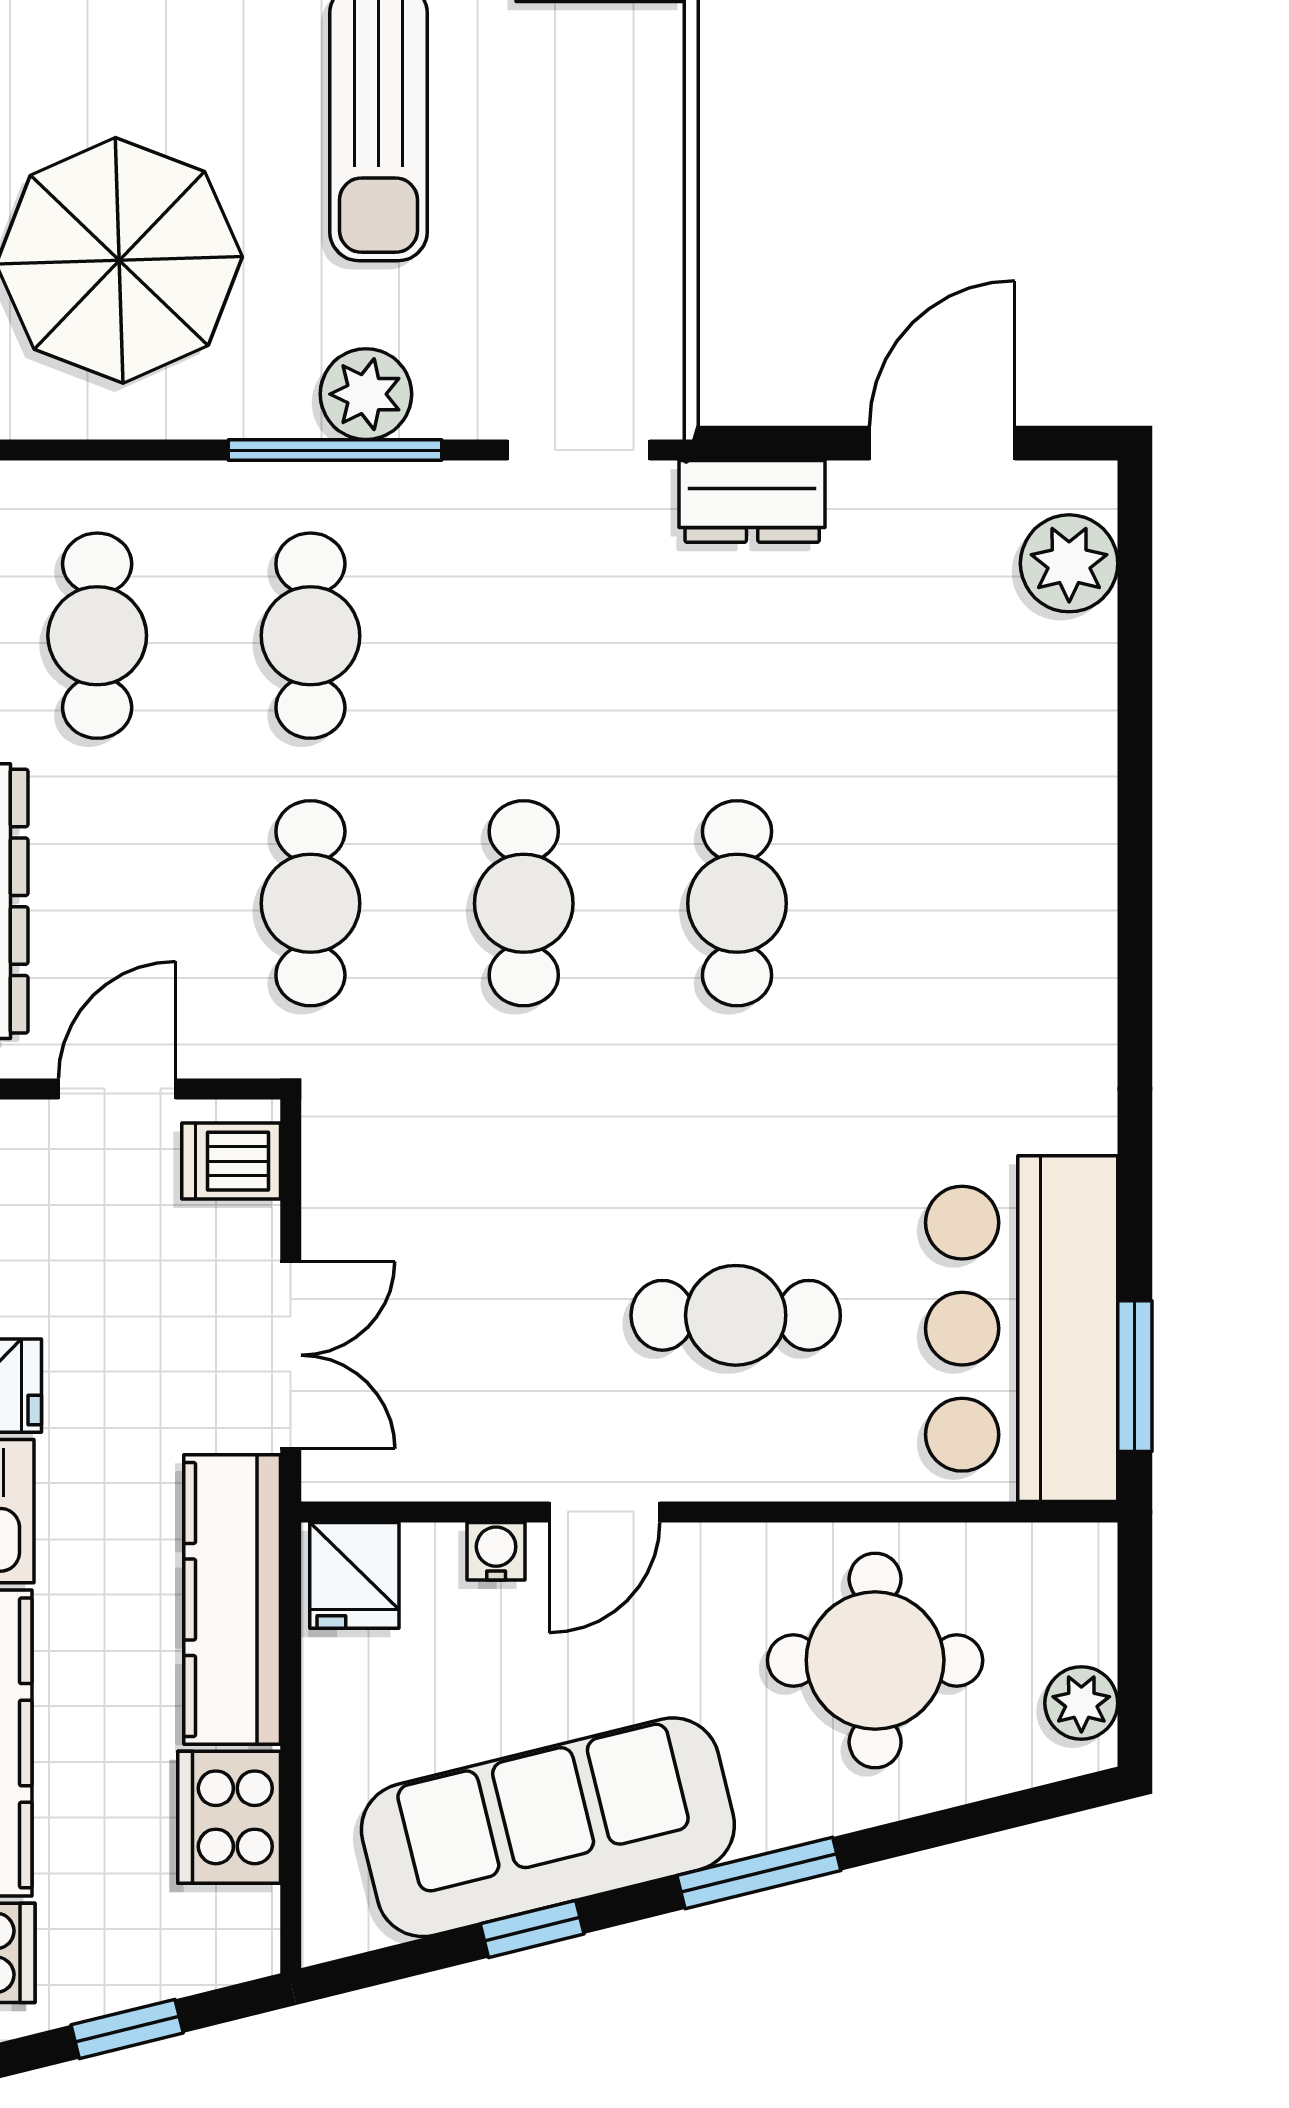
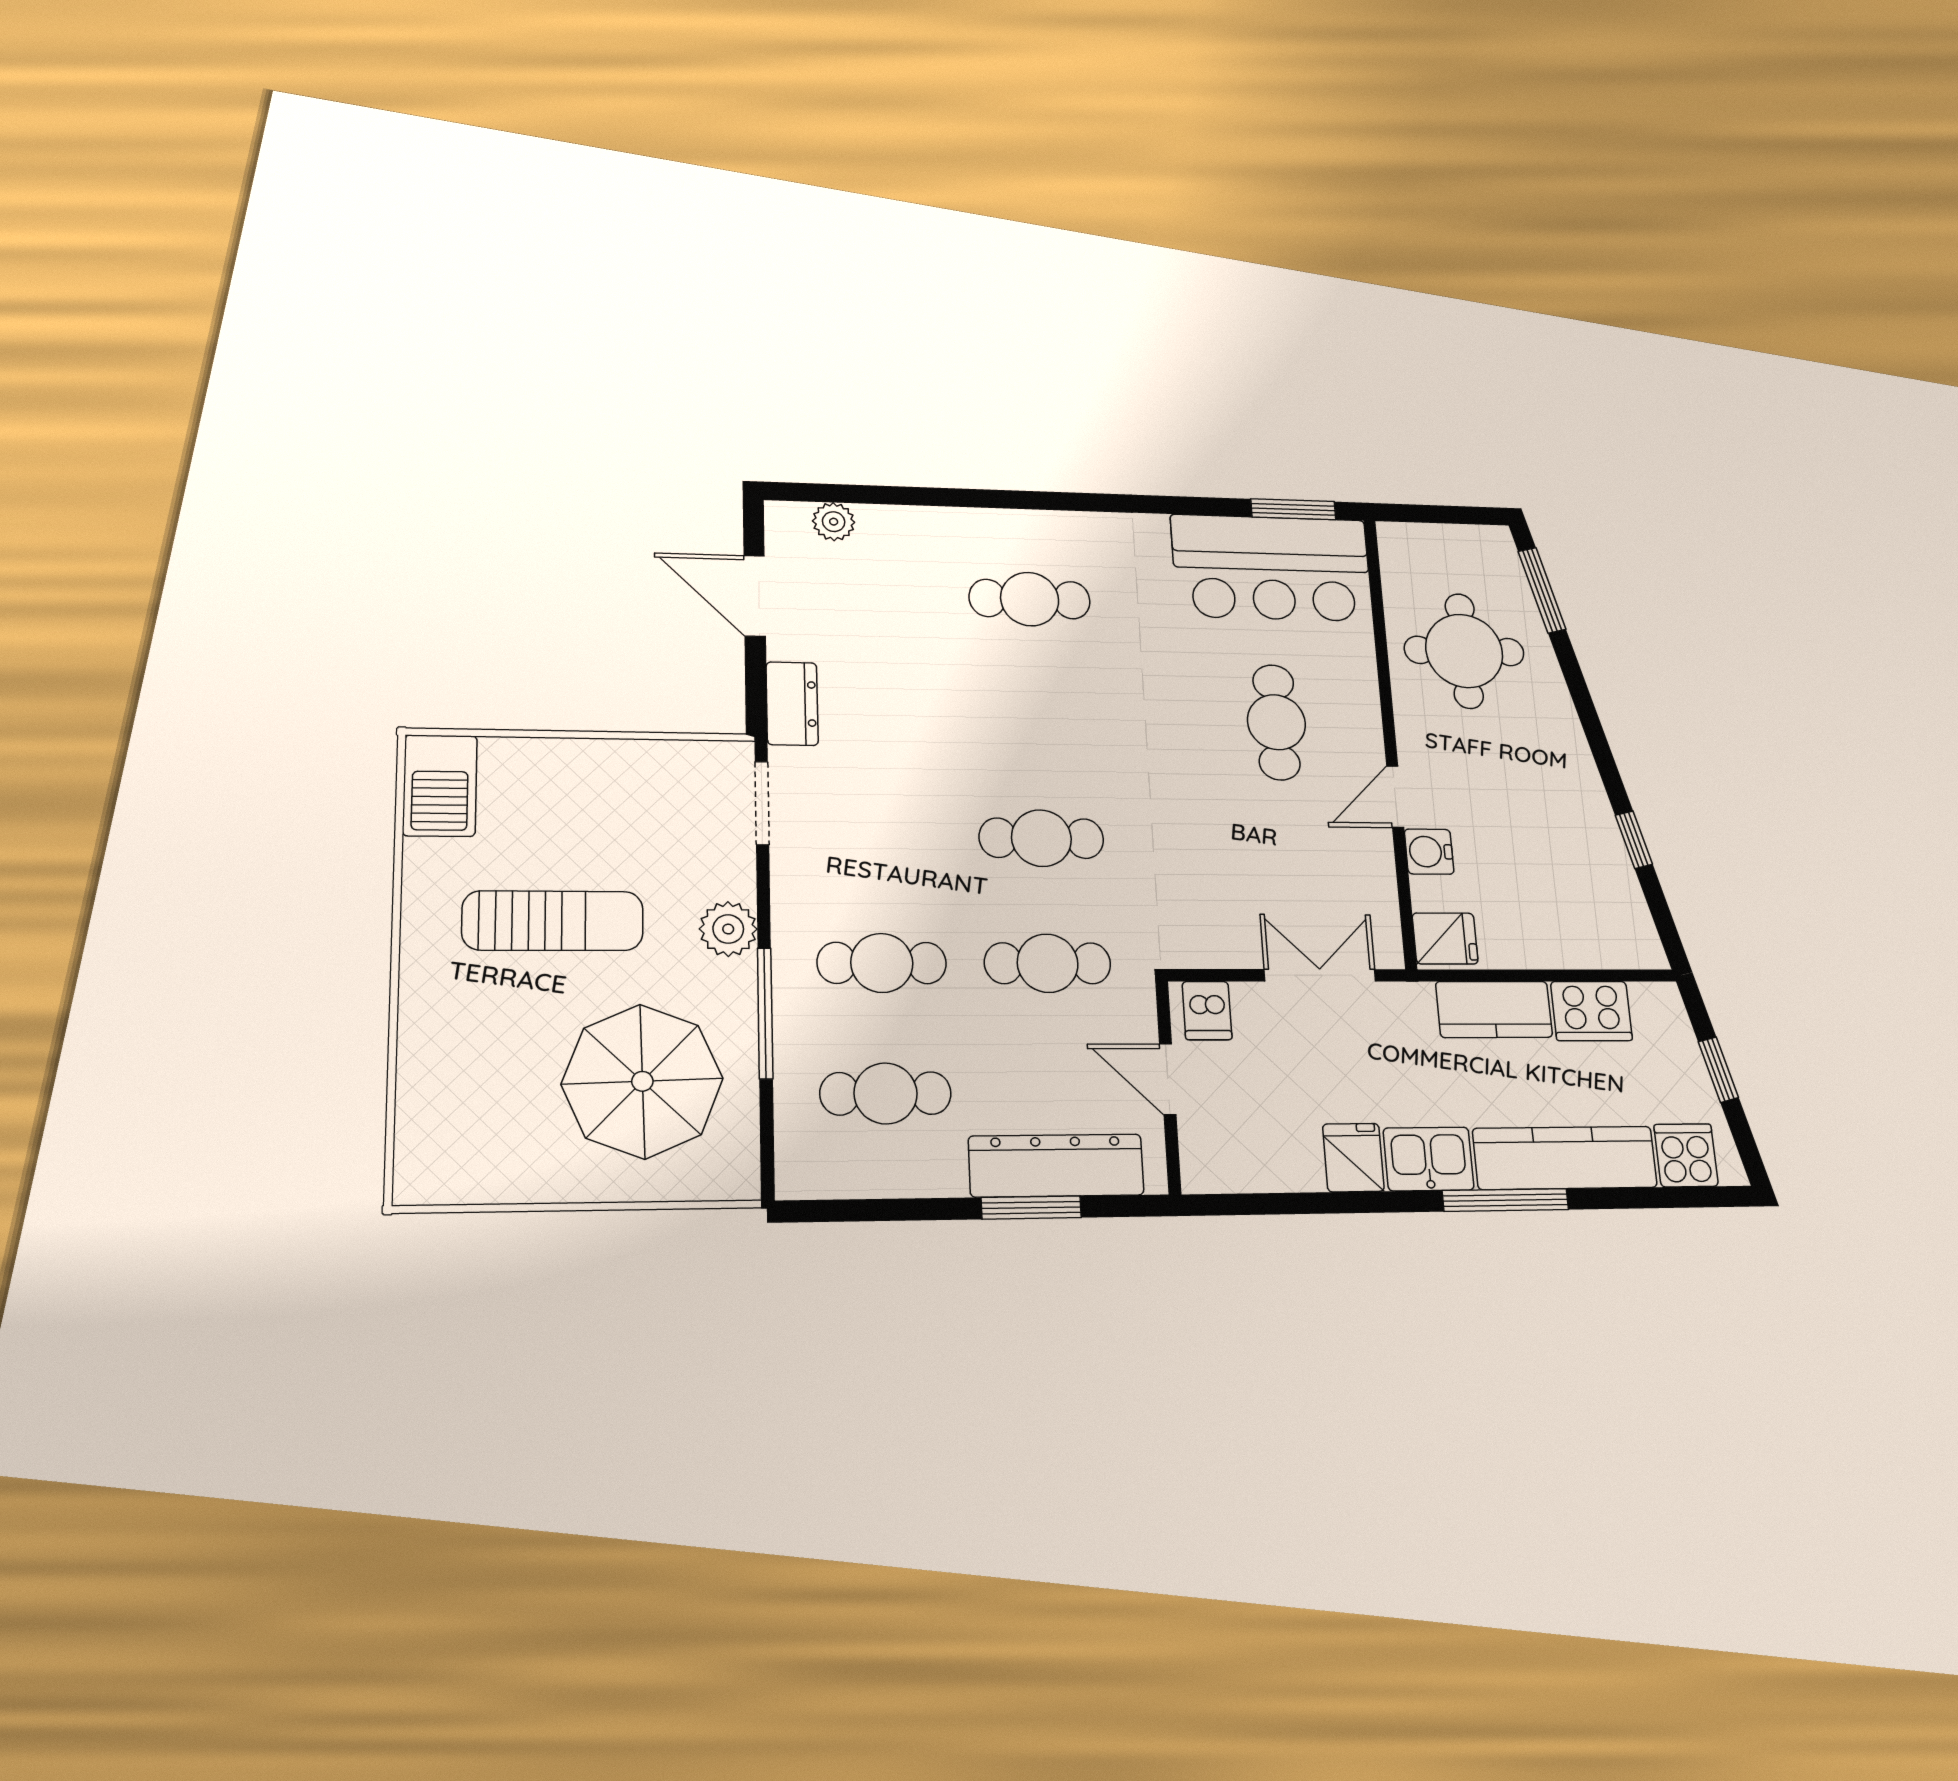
window: (335, 450) -> (765, 1013), moved
plant: (1069, 563) -> (834, 522), width x0.73, depth x0.73
cafe table: (737, 903) -> (1030, 599), moved
door: (604, 1512) -> (1395, 797), swing flipped
water cooler: (496, 1551) -> (1429, 852), width x1.38, depth x1.38
kitchen counter: (232, 1599) -> (1494, 1009), width x0.67
plant: (1081, 1703) -> (1476, 543), removed
sofa: (548, 1827) -> (1576, 830), removed
window: (759, 1873) -> (1542, 590), moved

